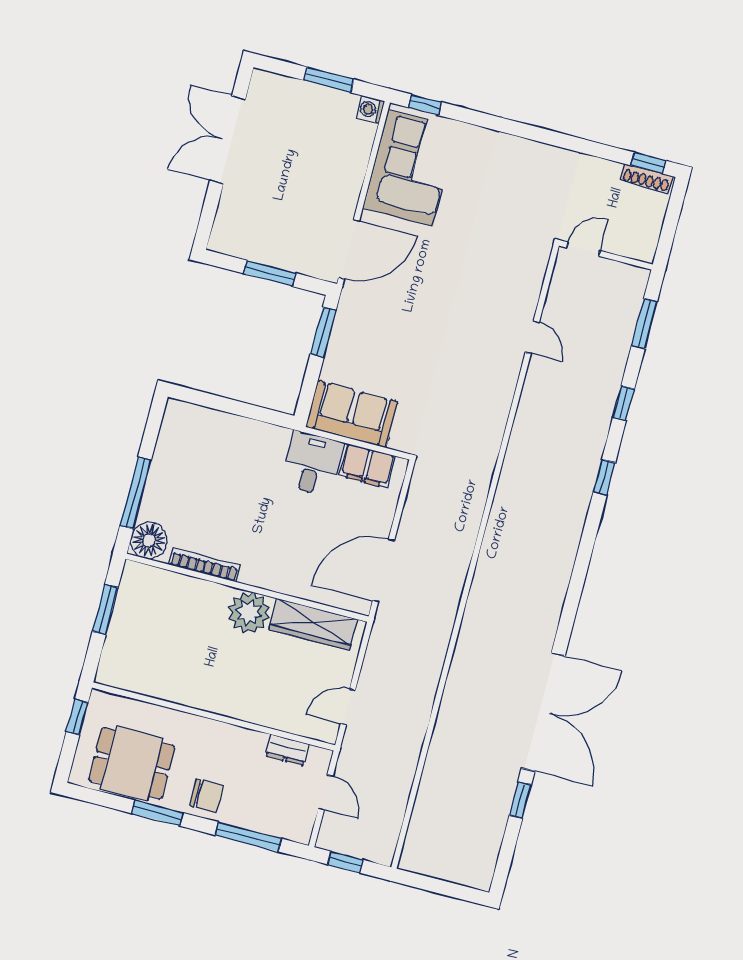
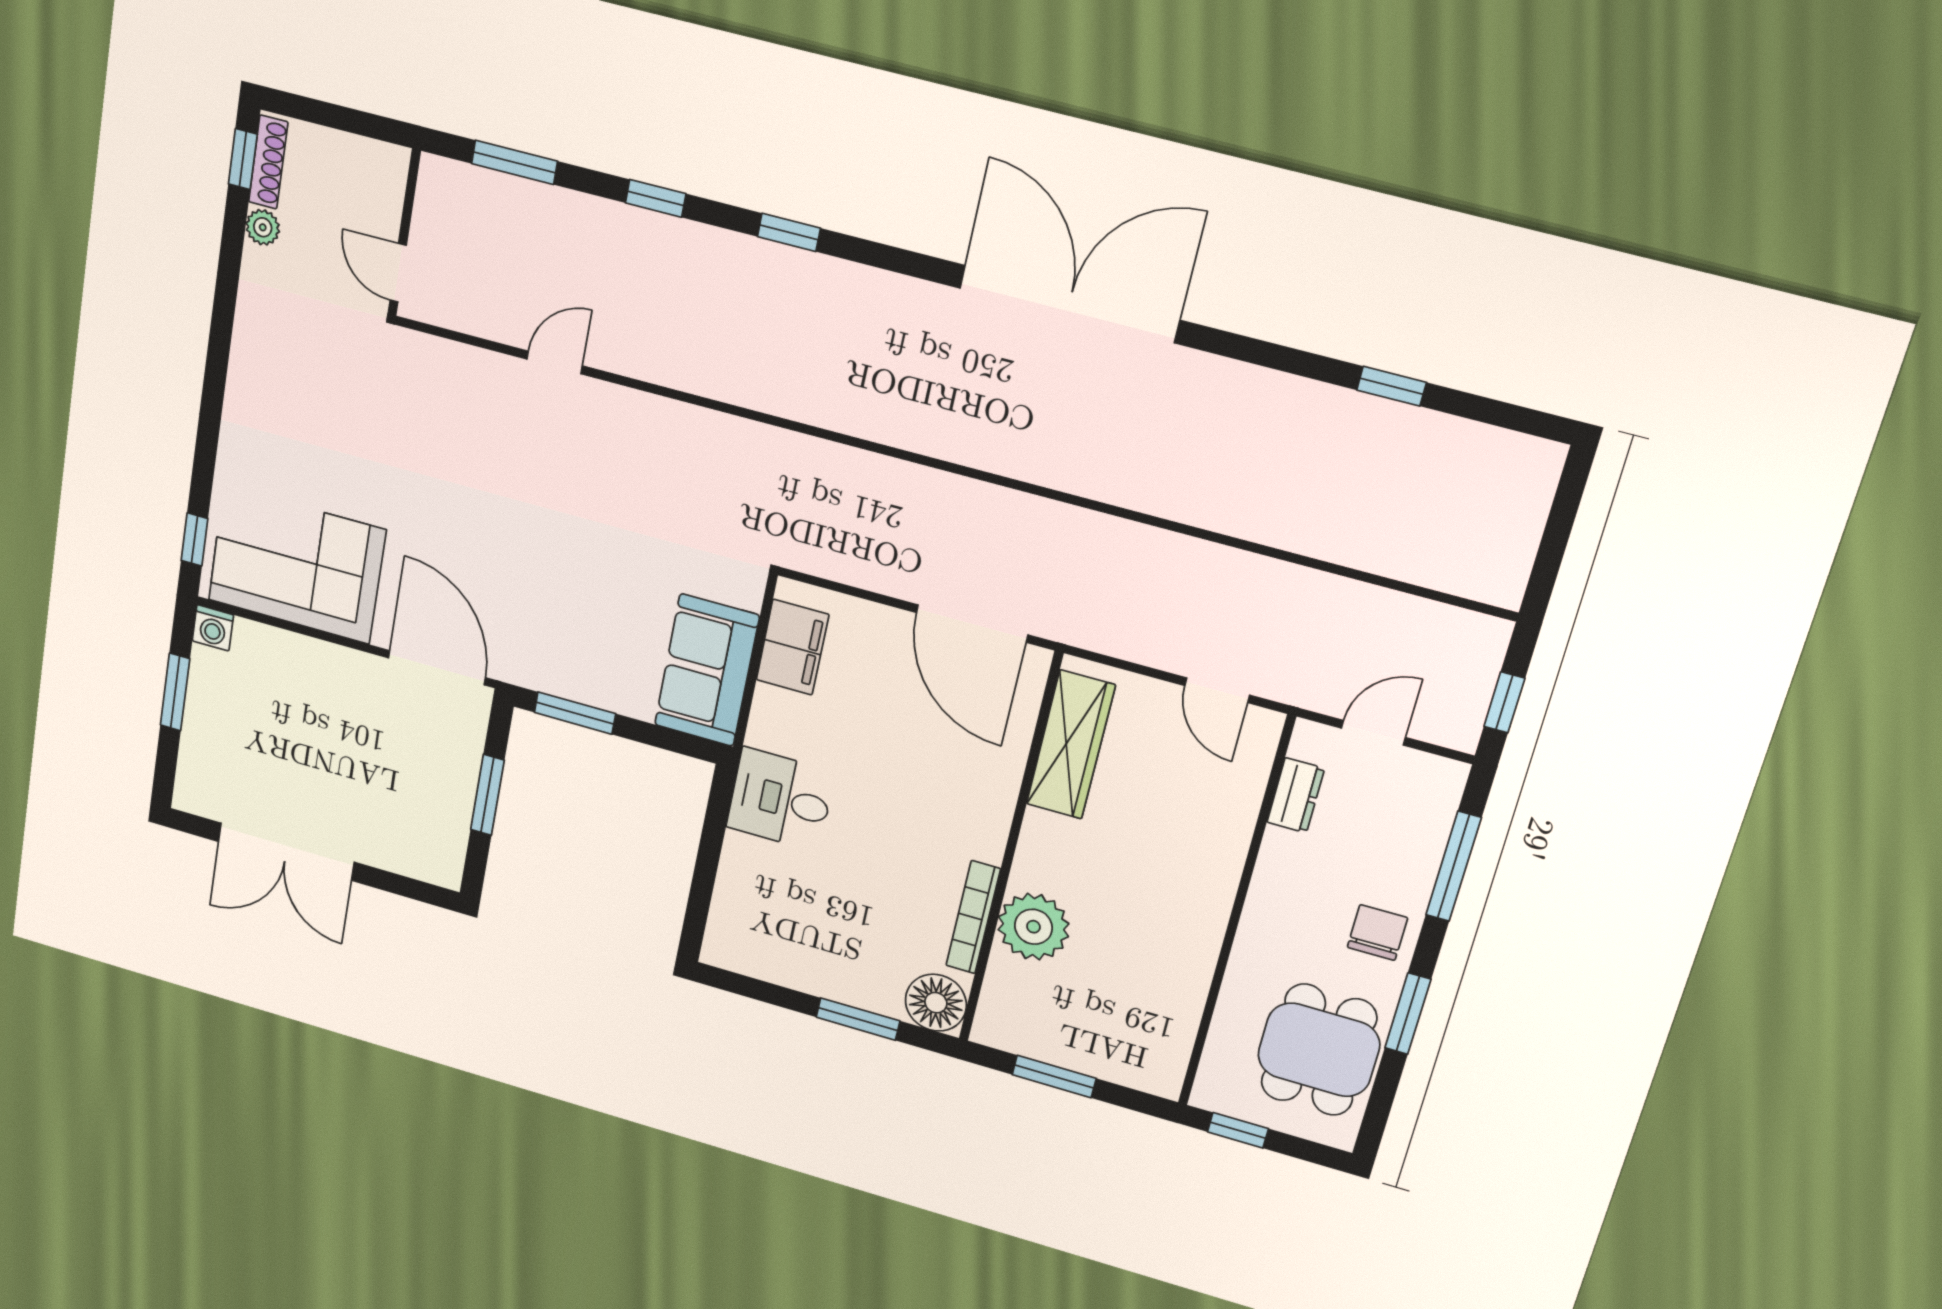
plant: (610, 170) -> (263, 227), added
desk: (312, 464) -> (781, 800), moved
window: (136, 493) -> (858, 1019), width x0.69
plant: (249, 613) -> (1033, 927), moved
double door: (543, 712) -> (1069, 304), moved

